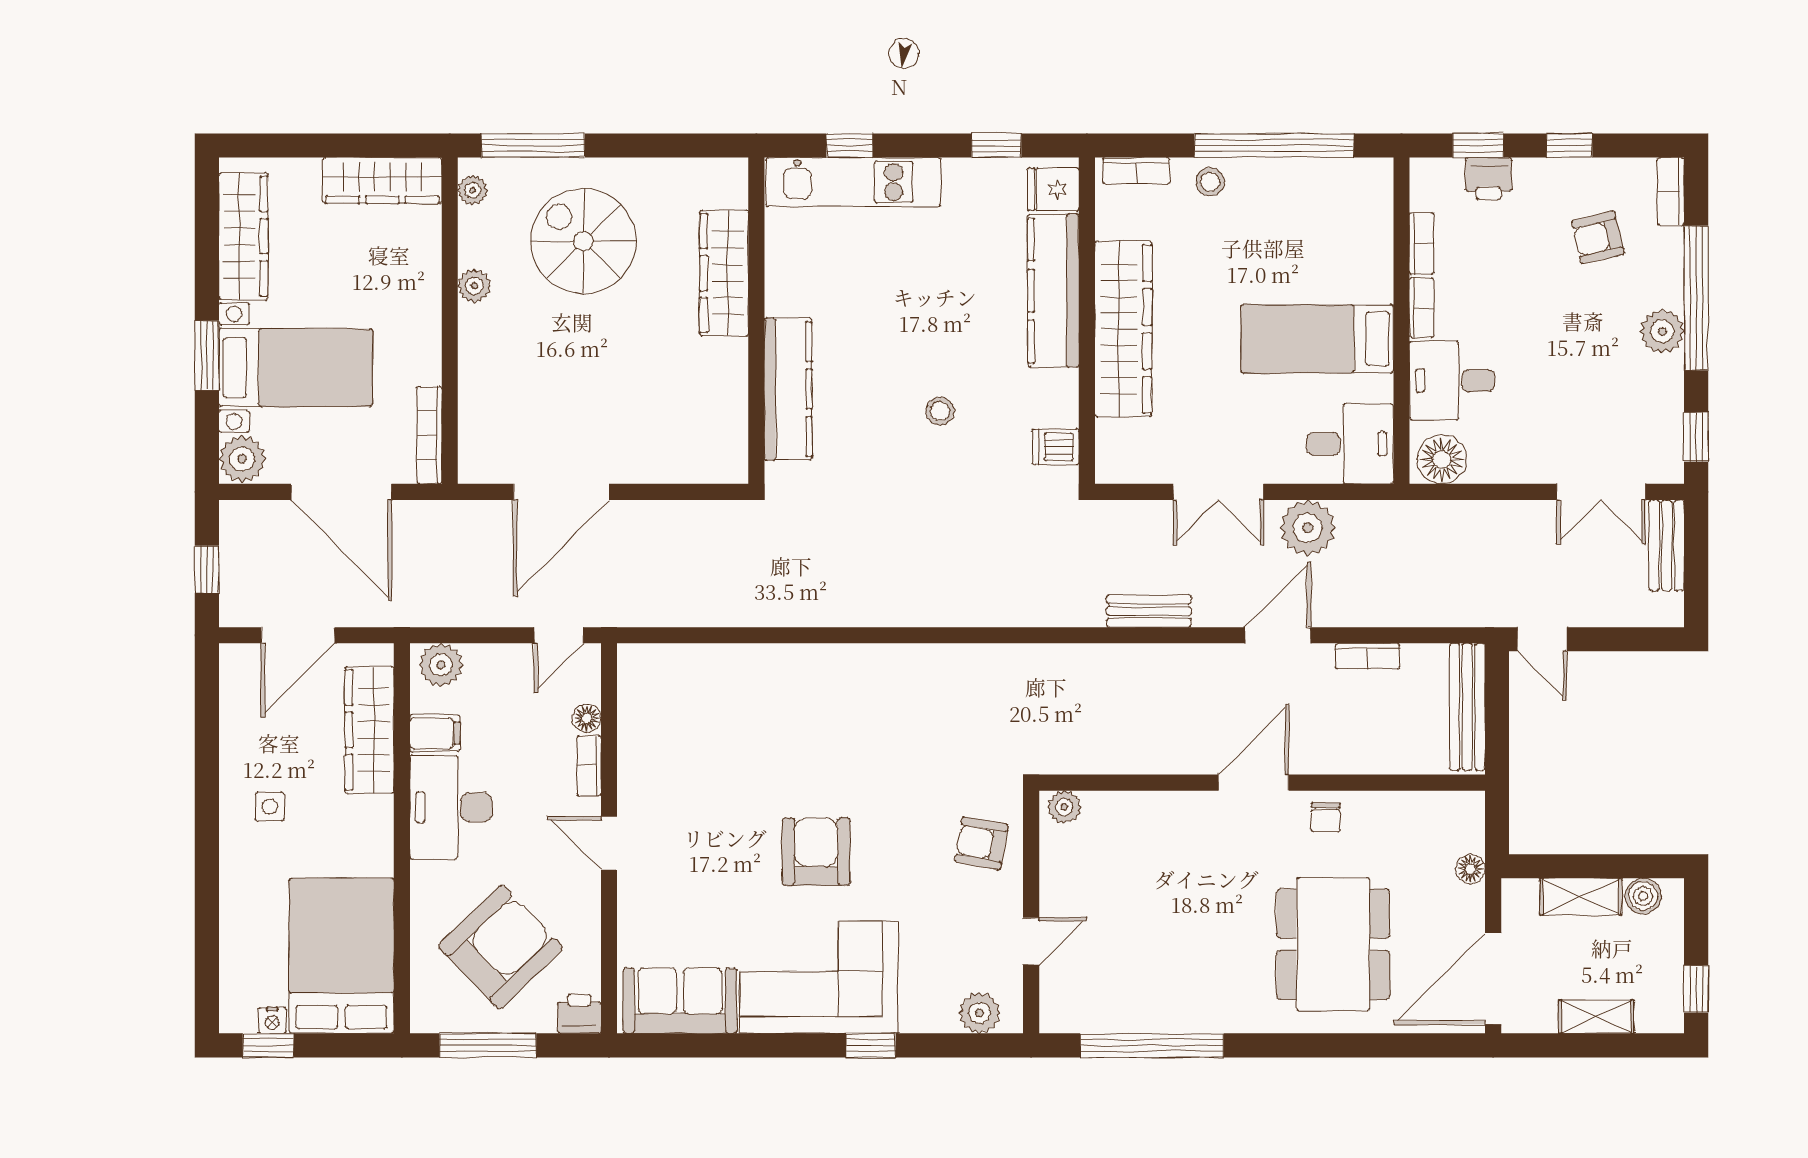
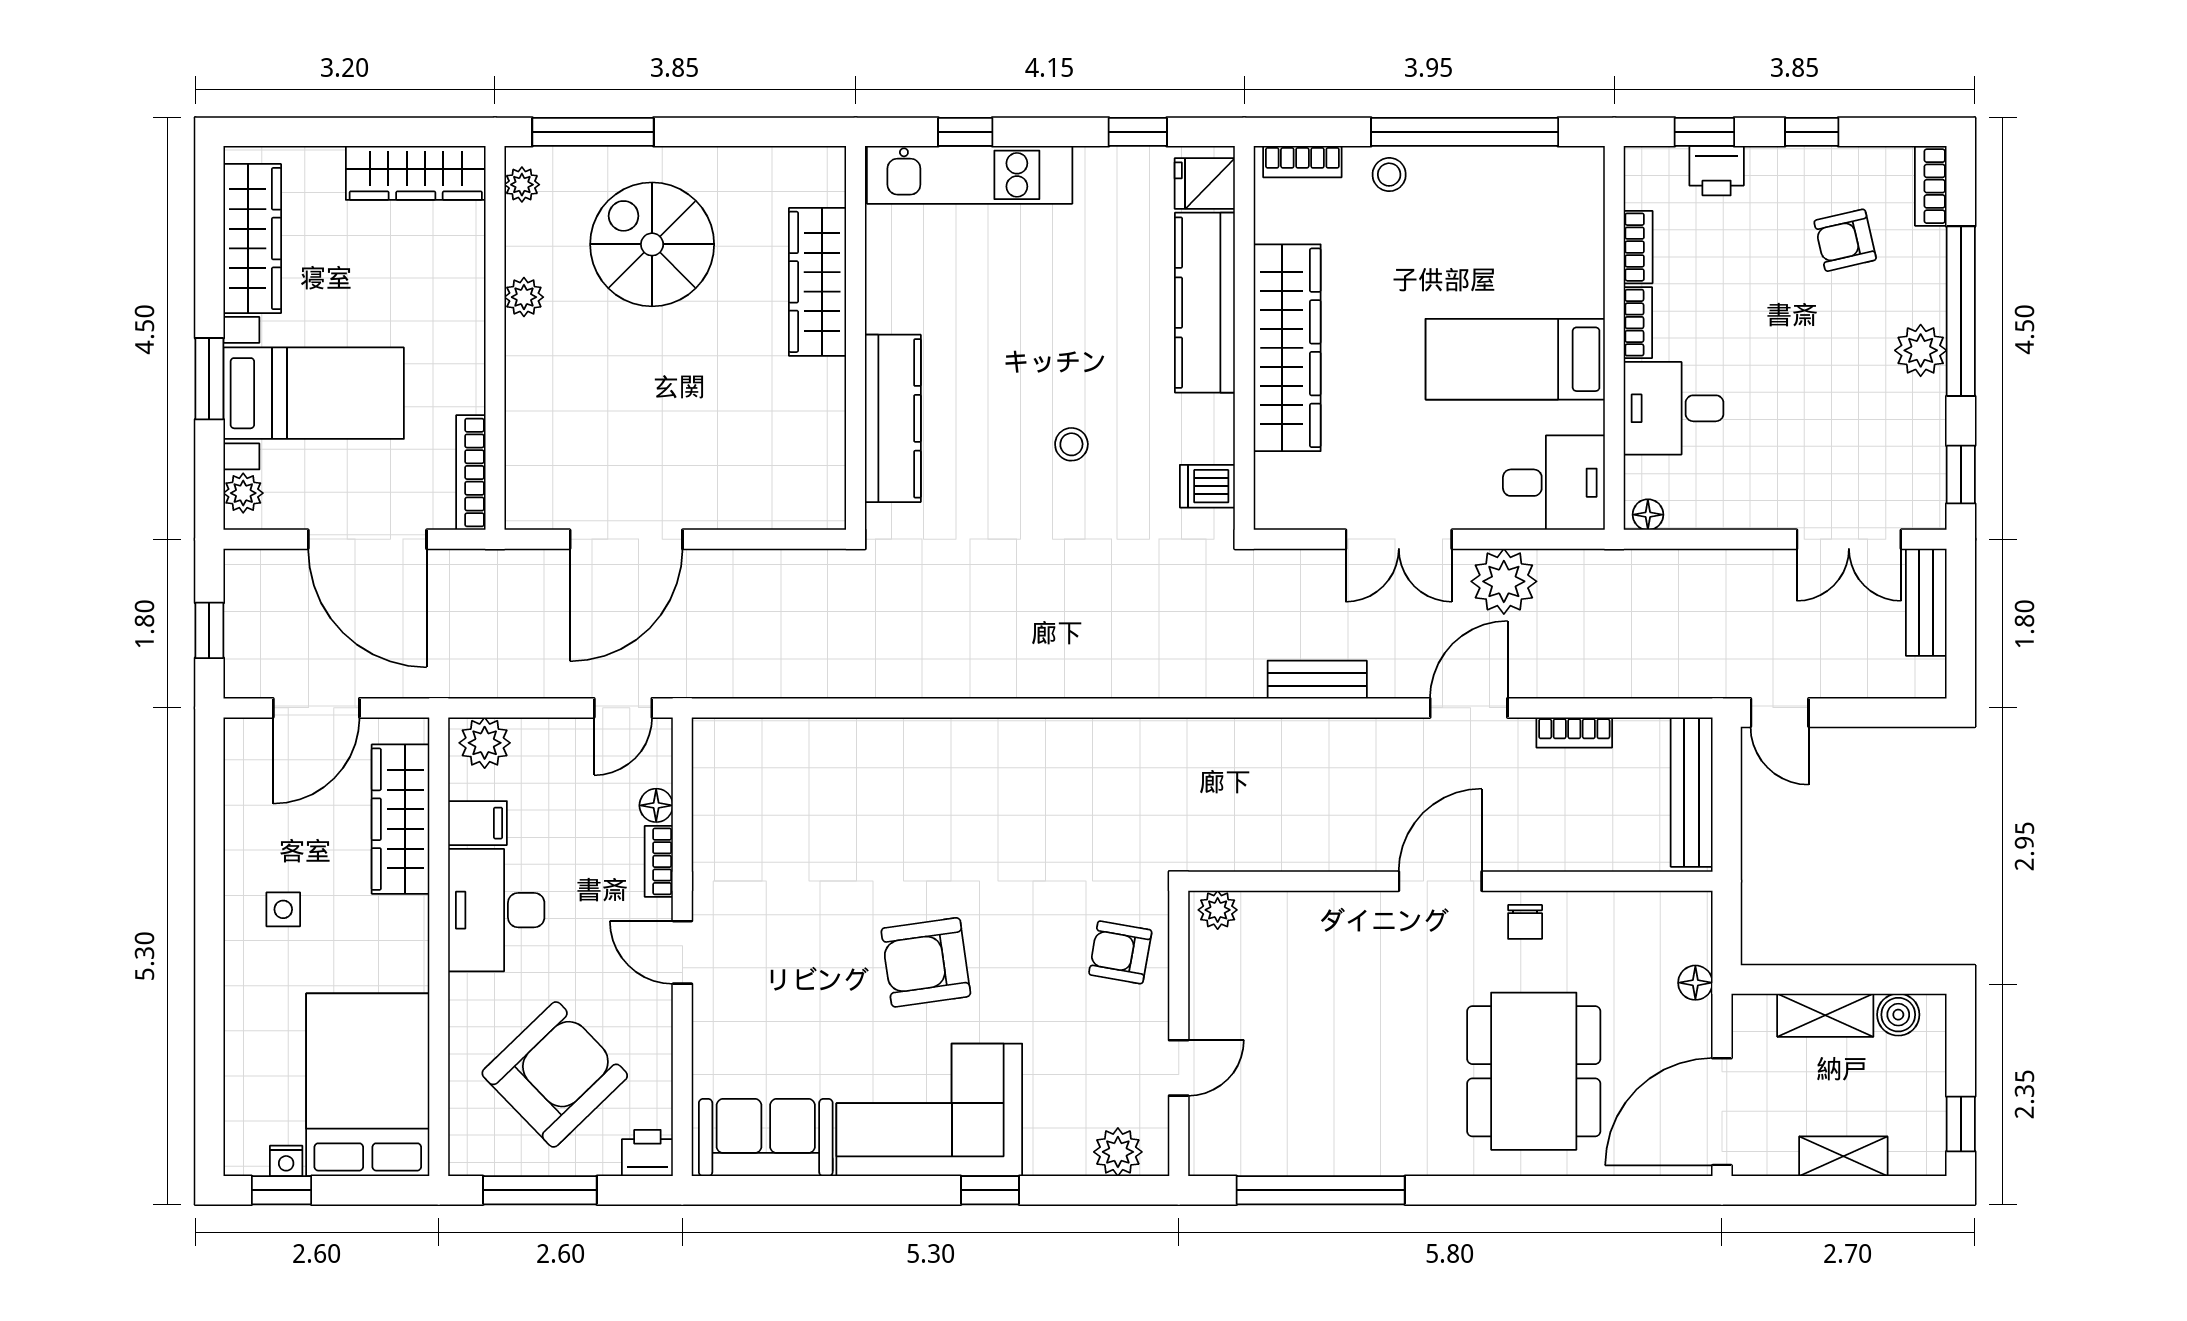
plant: (242, 459) -> (243, 493), width x0.73, depth x0.73
floor lamp: (1442, 459) -> (1648, 515), width x0.53, depth x0.53
armchair: (816, 852) -> (926, 962), turned -98

